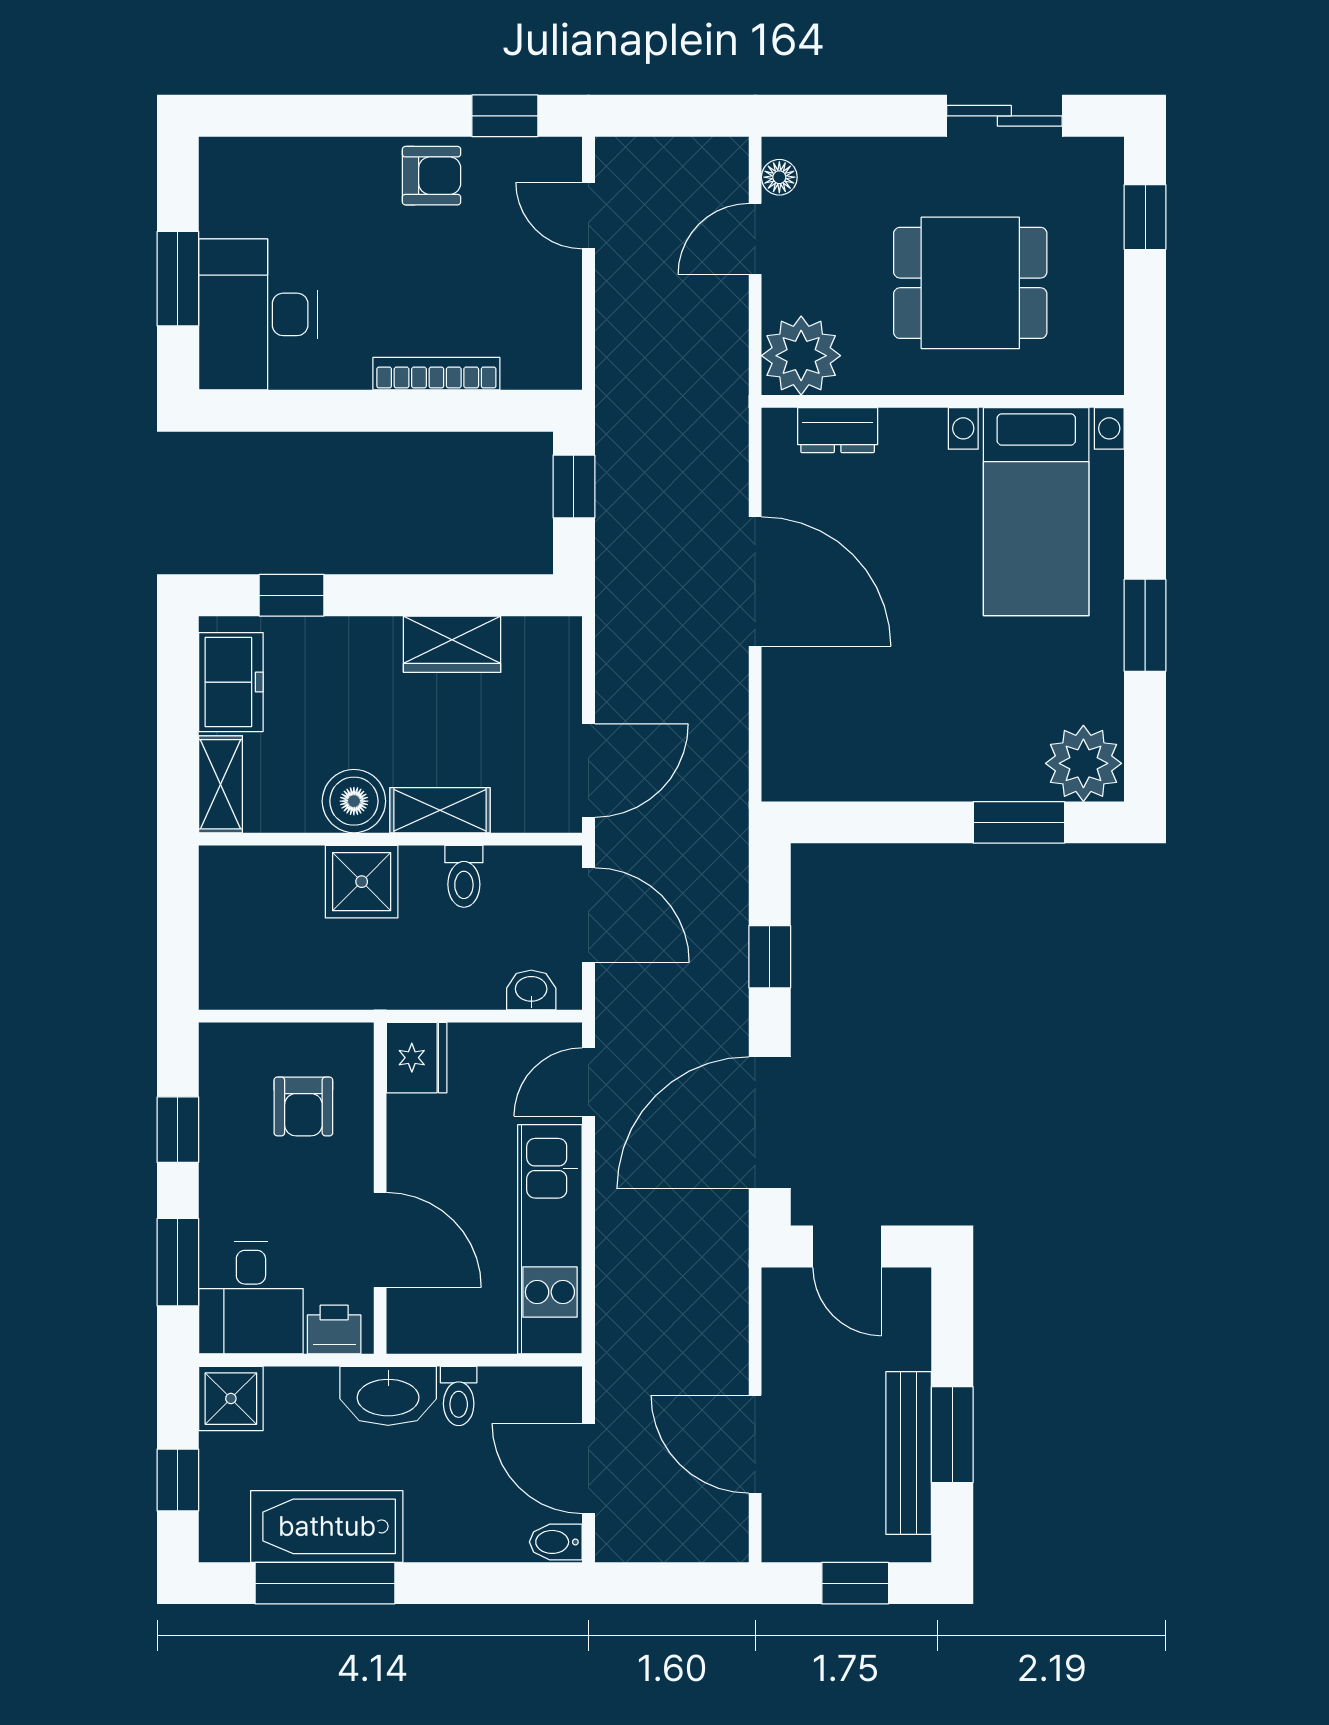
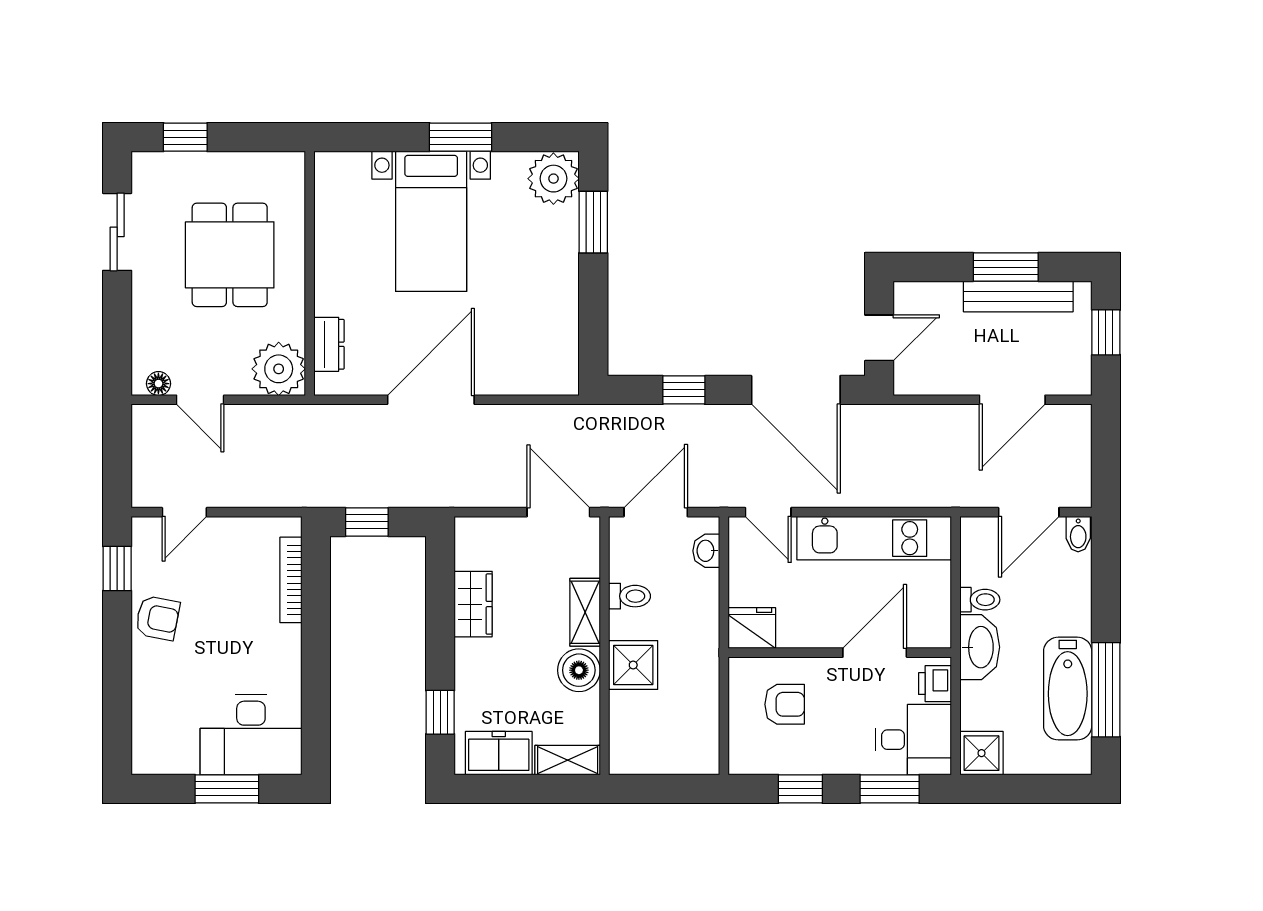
armchair: (431, 176) -> (157, 618), turned 101
bookcase: (436, 374) -> (291, 580), moved
bed with nightstands: (1036, 512) -> (431, 221), moved, turned 90
window: (178, 1480) -> (1036, 789), removed

